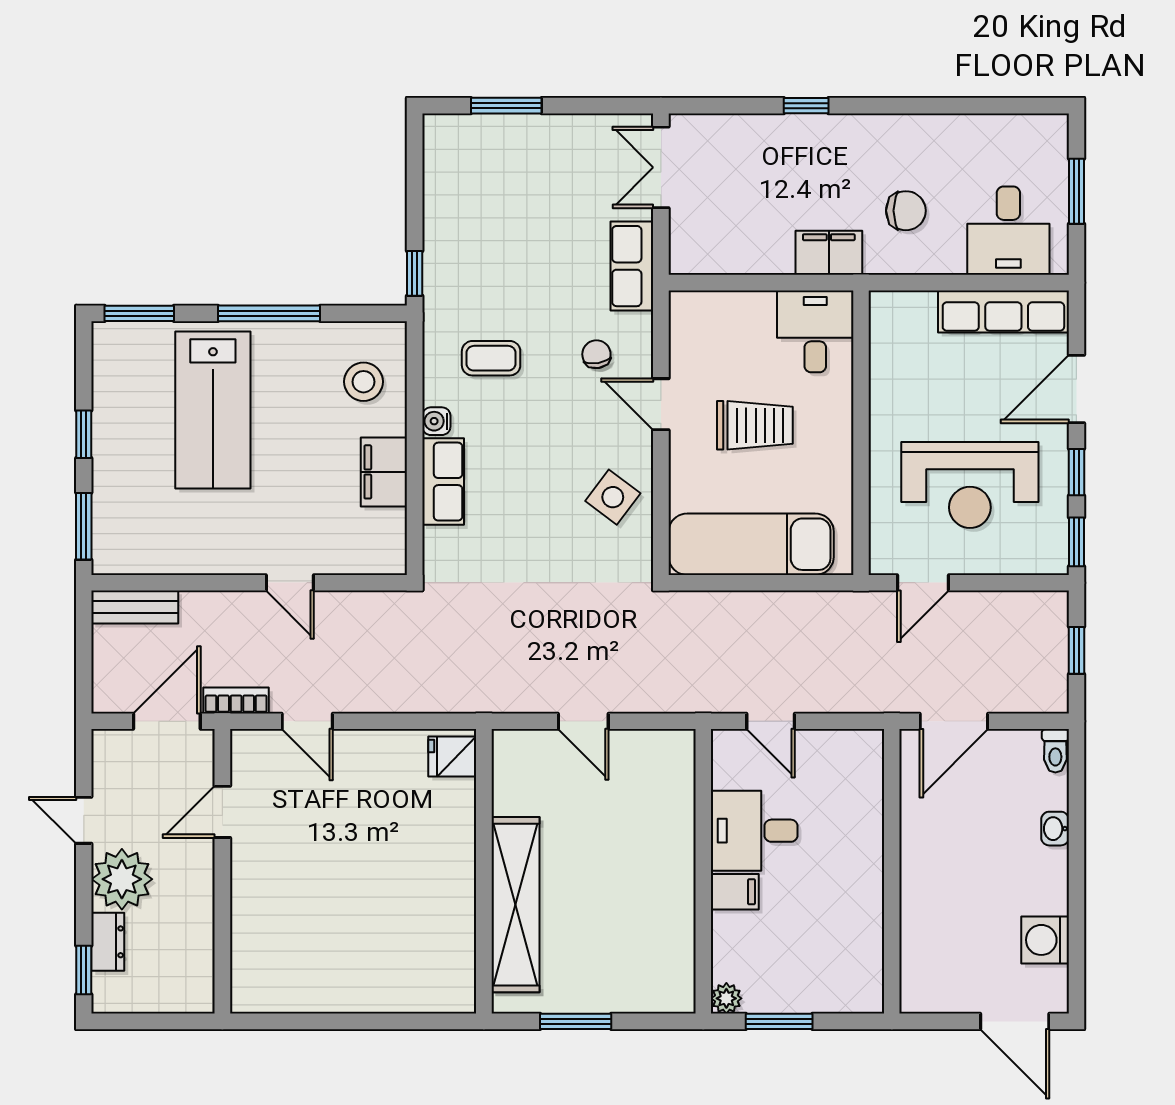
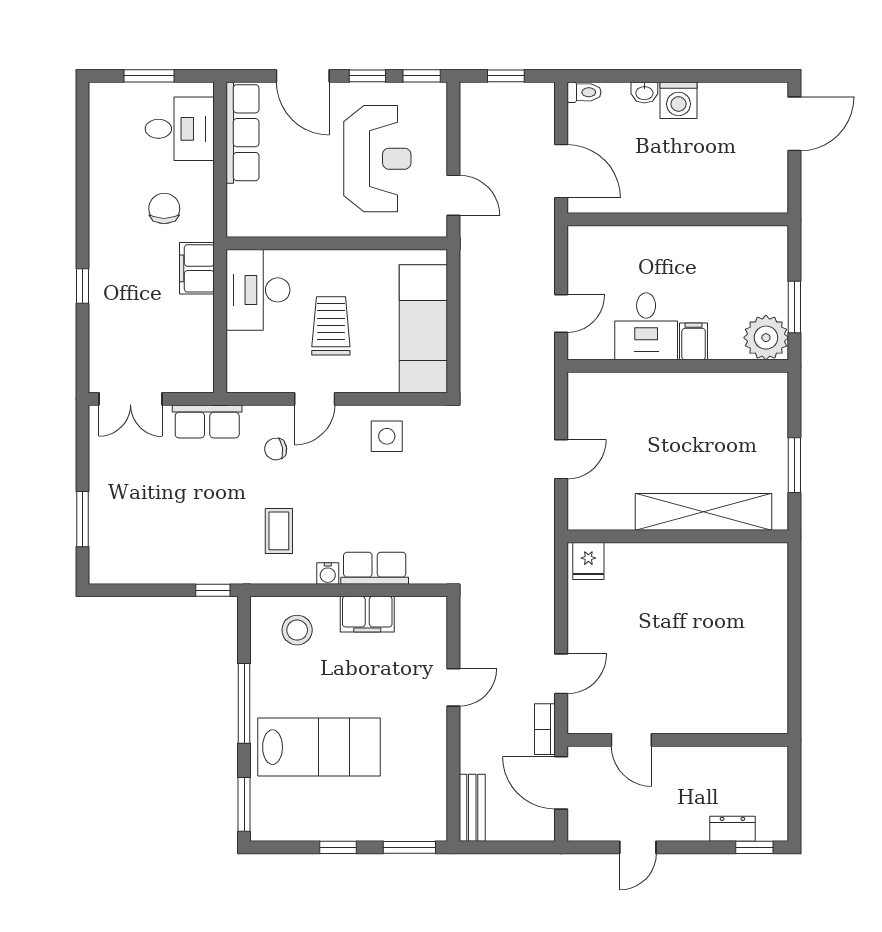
desk: (815, 331) -> (258, 290), width x1.37
side table: (613, 497) -> (387, 436), turned -37
plant: (122, 879) -> (684, 818), removed
washing machine: (1045, 940) -> (678, 100), moved
plant: (726, 998) -> (766, 338), width x1.87, depth x1.87

